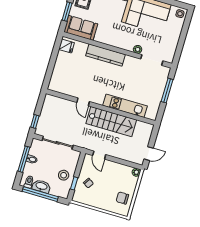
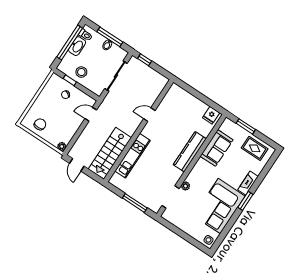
sofa: (81, 28) -> (217, 148), moved
stairs: (111, 122) -> (110, 153), moved

